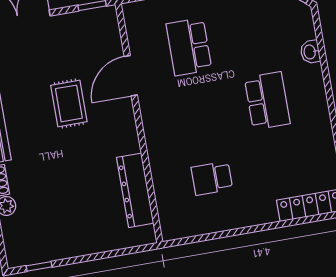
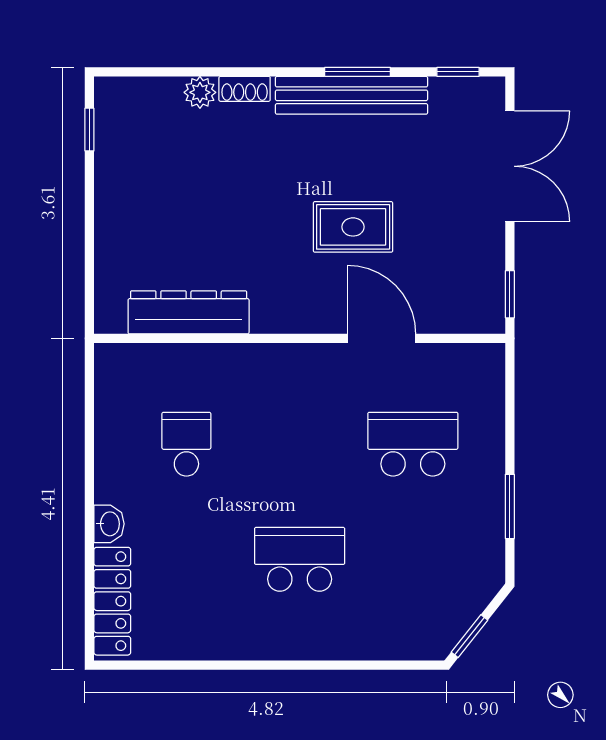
washbasin: (310, 52) -> (109, 524), moved, turned 90
school desk: (267, 101) -> (300, 559), turned 180

